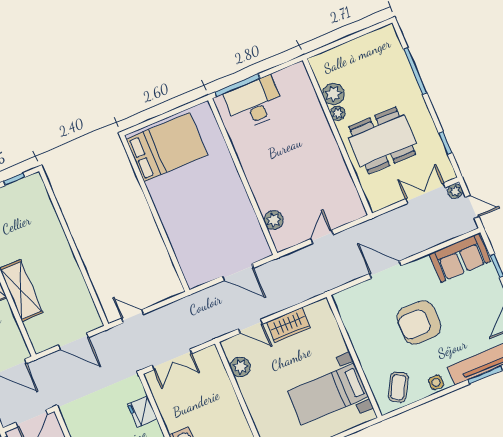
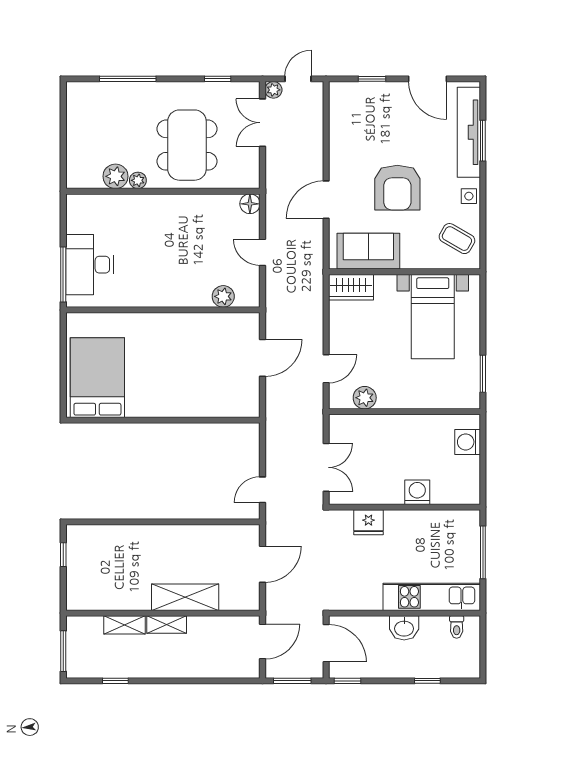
floor lamp: (357, 210) -> (250, 204), added
sofa: (460, 258) -> (368, 251), moved, turned -90
wardrobe: (288, 325) -> (351, 287), moved, turned 90

